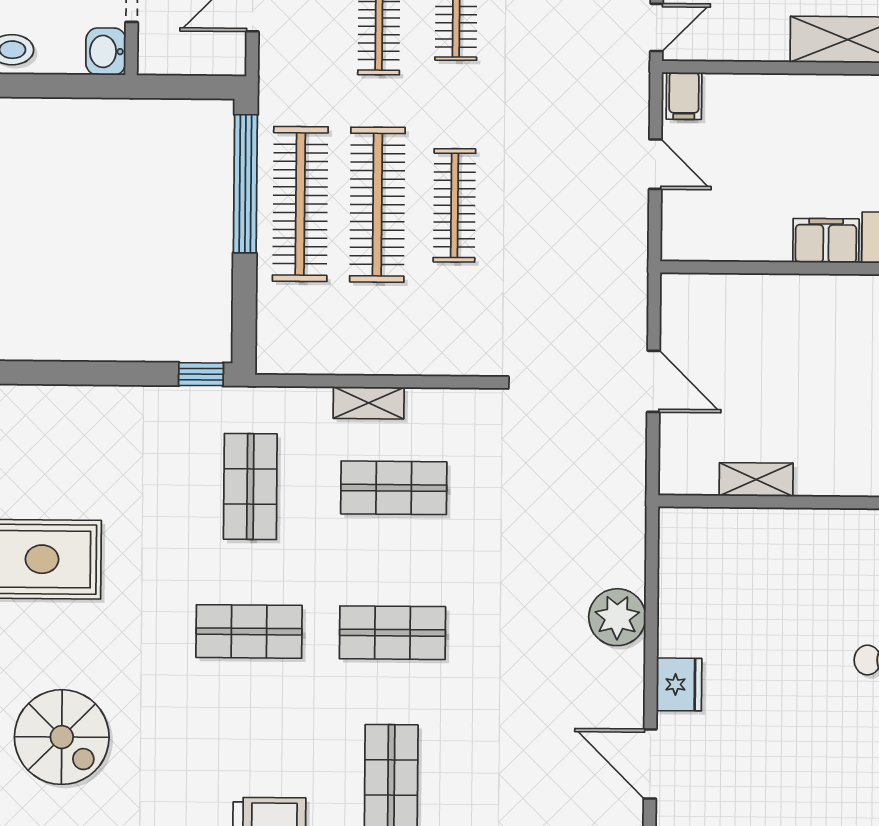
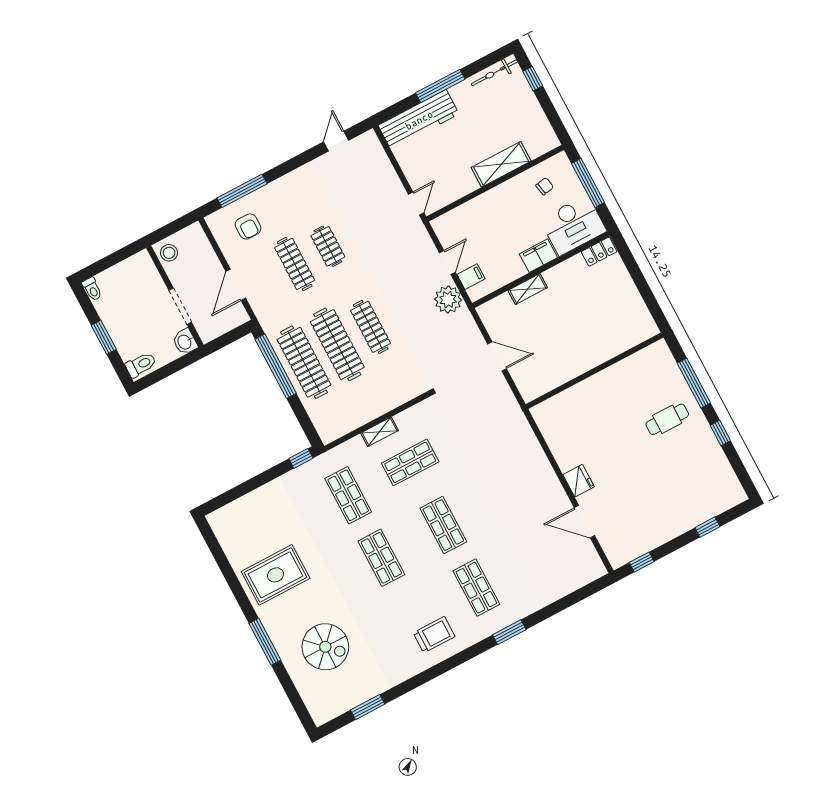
filing cabinet: (684, 96) -> (471, 277), moved, turned -90
door: (655, 164) -> (447, 263), hinge flipped
shelving: (756, 480) -> (528, 289), moved
plant: (617, 617) -> (448, 300), moved
shop shelf: (249, 631) -> (381, 558), turned 90
shop shelf: (392, 633) -> (443, 525), turned 90

